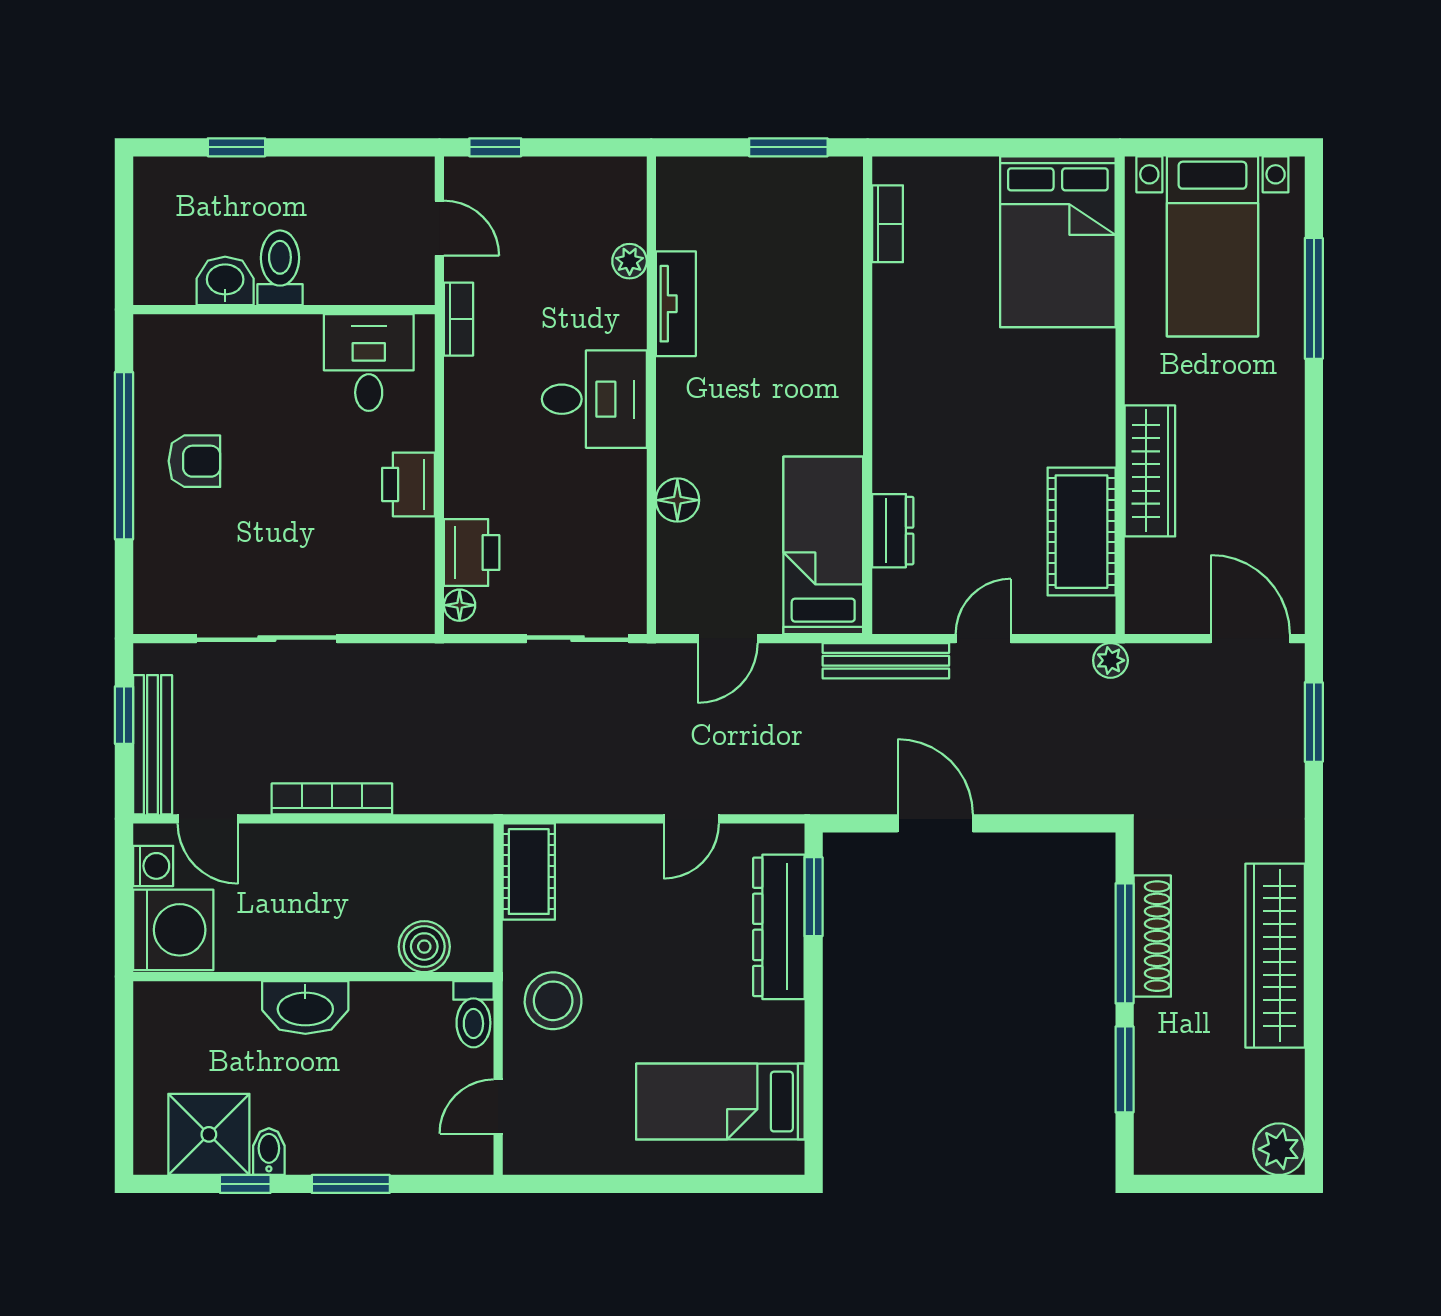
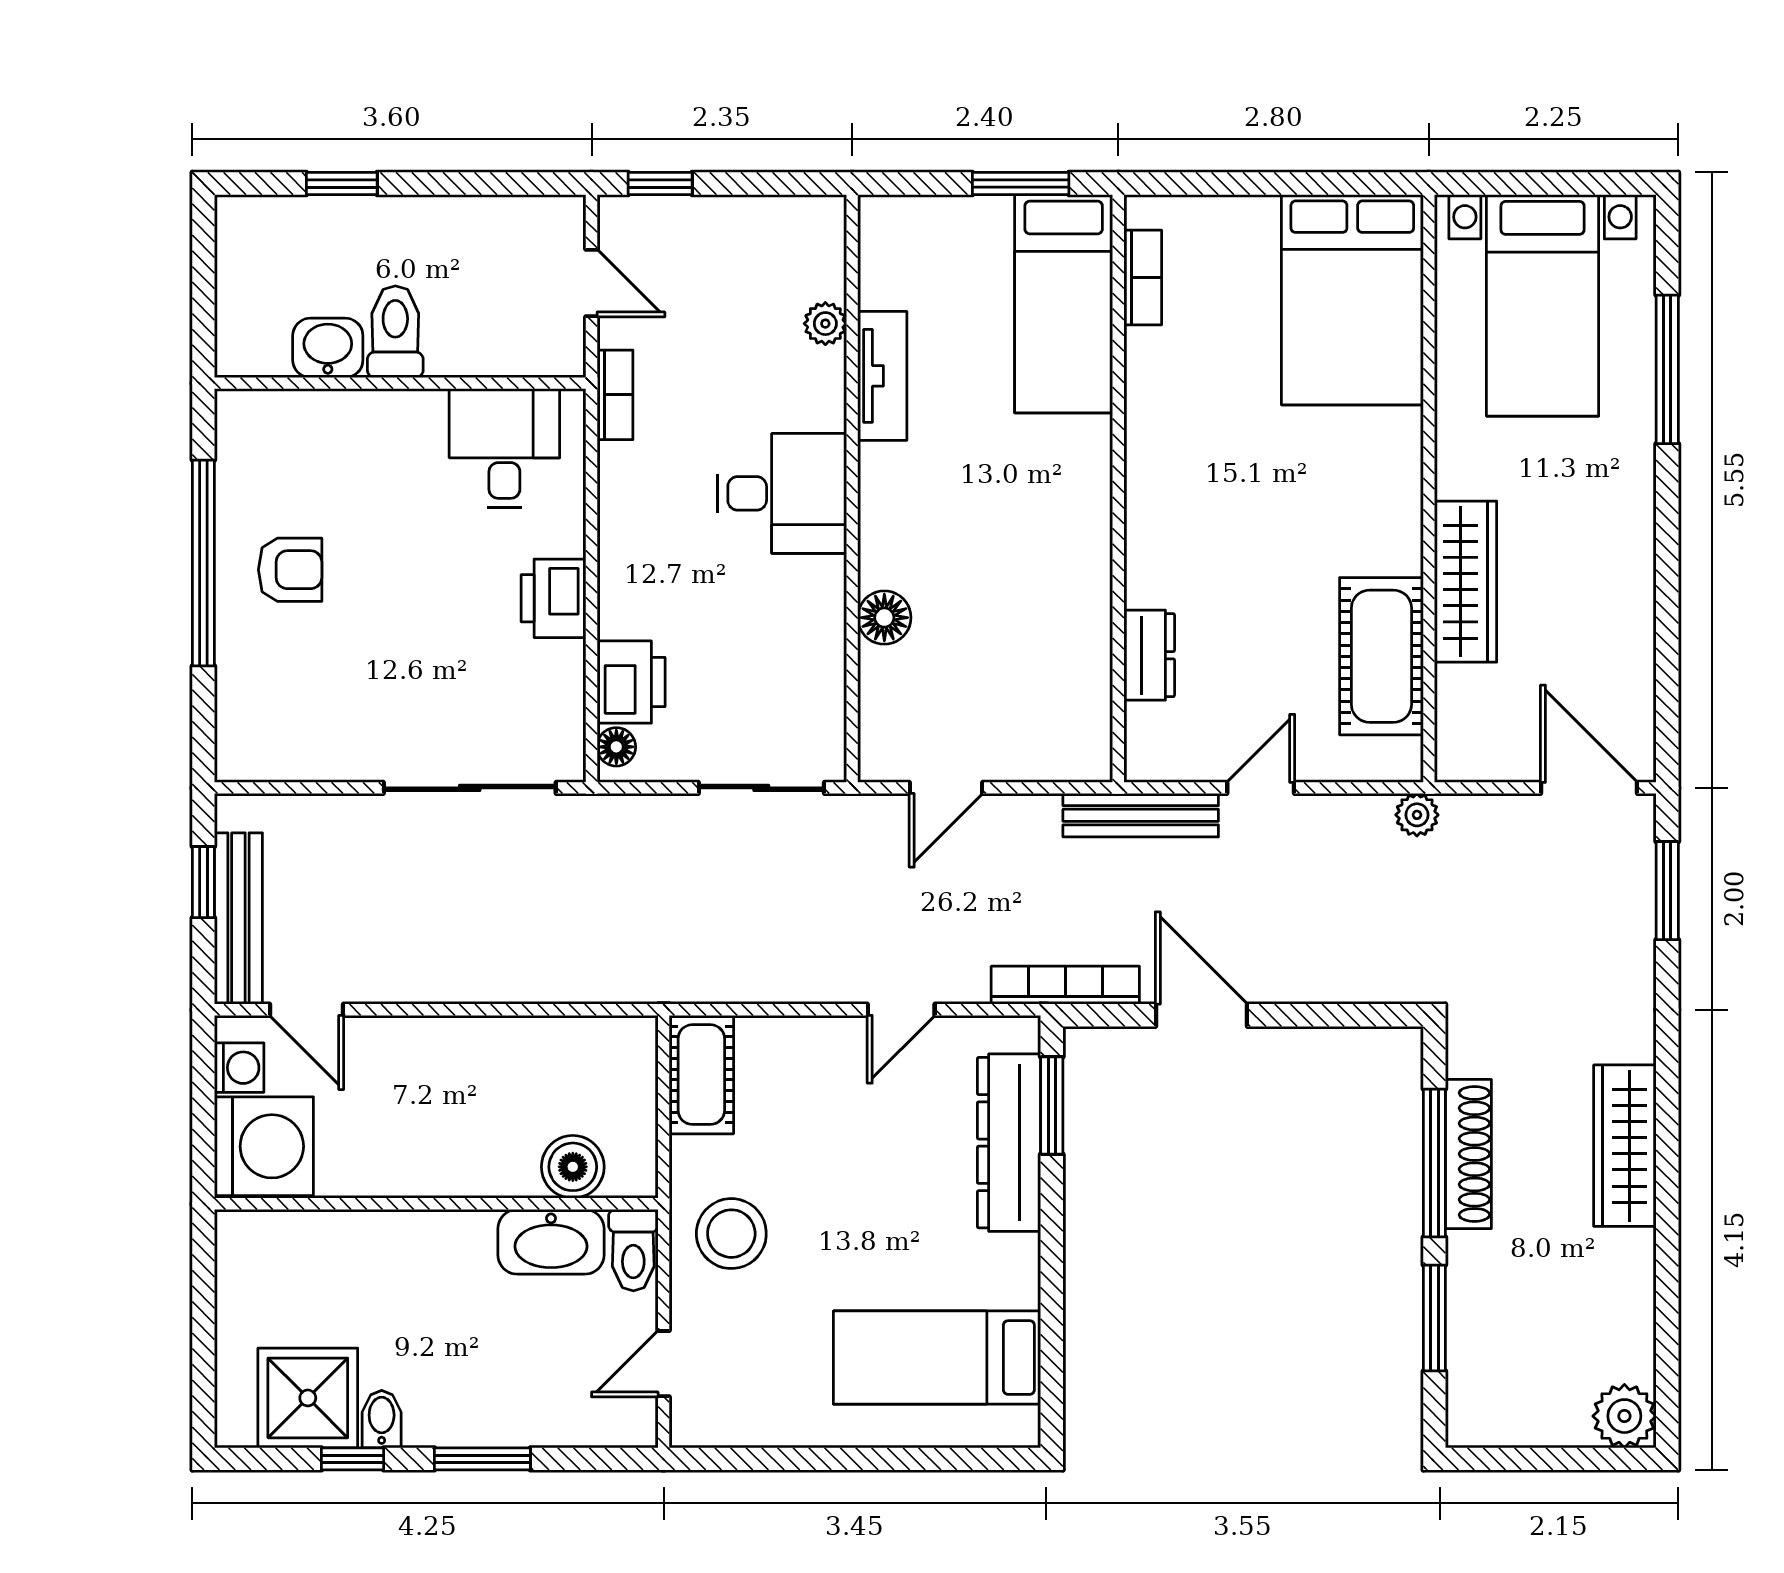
bed: (823, 545) -> (1064, 304), moved, turned 180
sliding door: (267, 639) -> (470, 788), moved
bookcase: (332, 799) -> (1065, 985), moved
wardrobe: (1275, 956) -> (1625, 1146), width x0.71, depth x0.85
washbasin: (305, 1007) -> (551, 1242), moved

